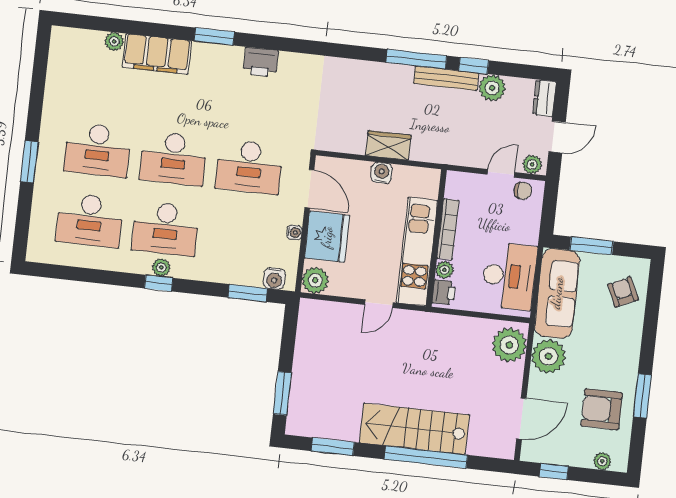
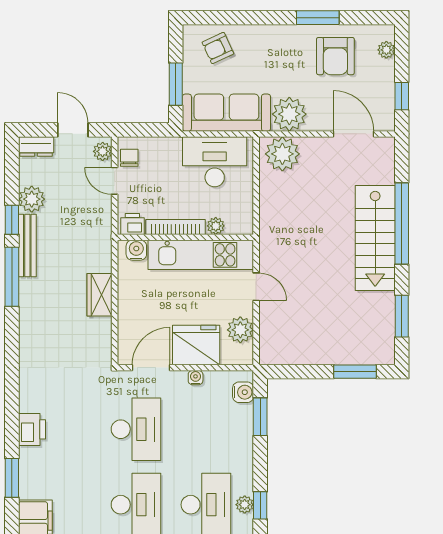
water cooler: (382, 173) -> (136, 250), moved, turned 90
plant: (315, 280) -> (240, 330), moved
printer: (444, 292) -> (132, 224), moved

